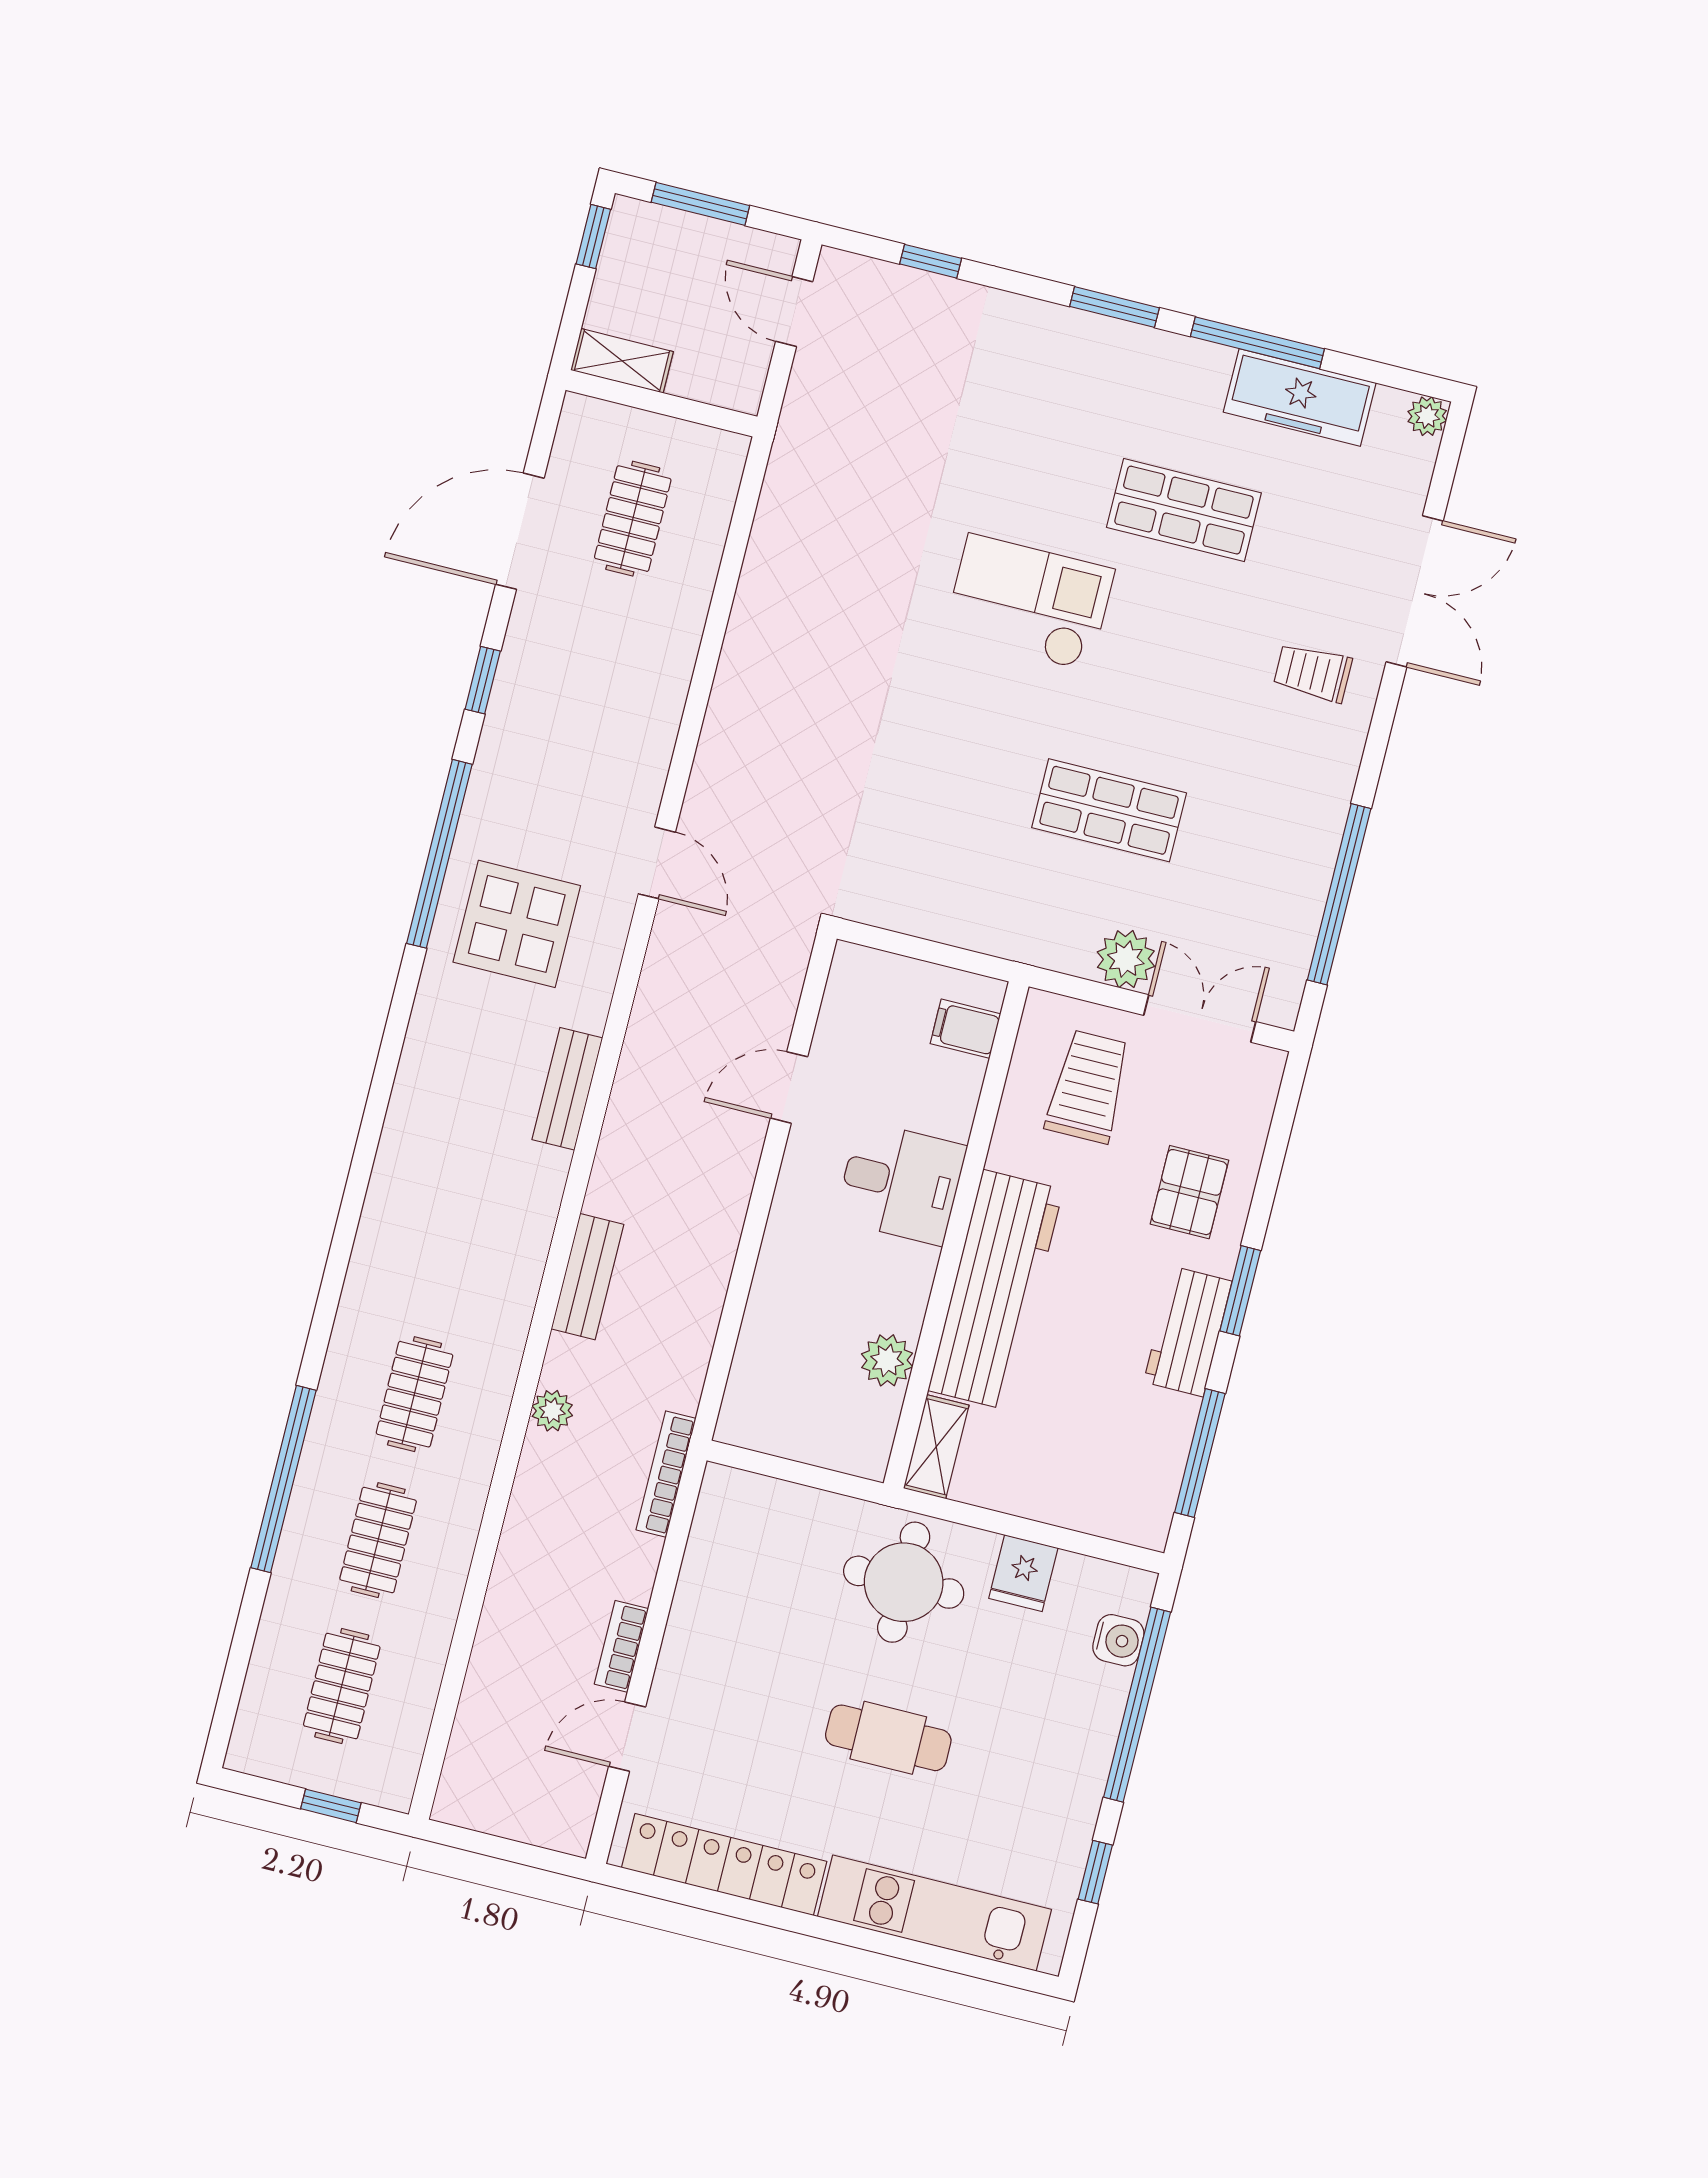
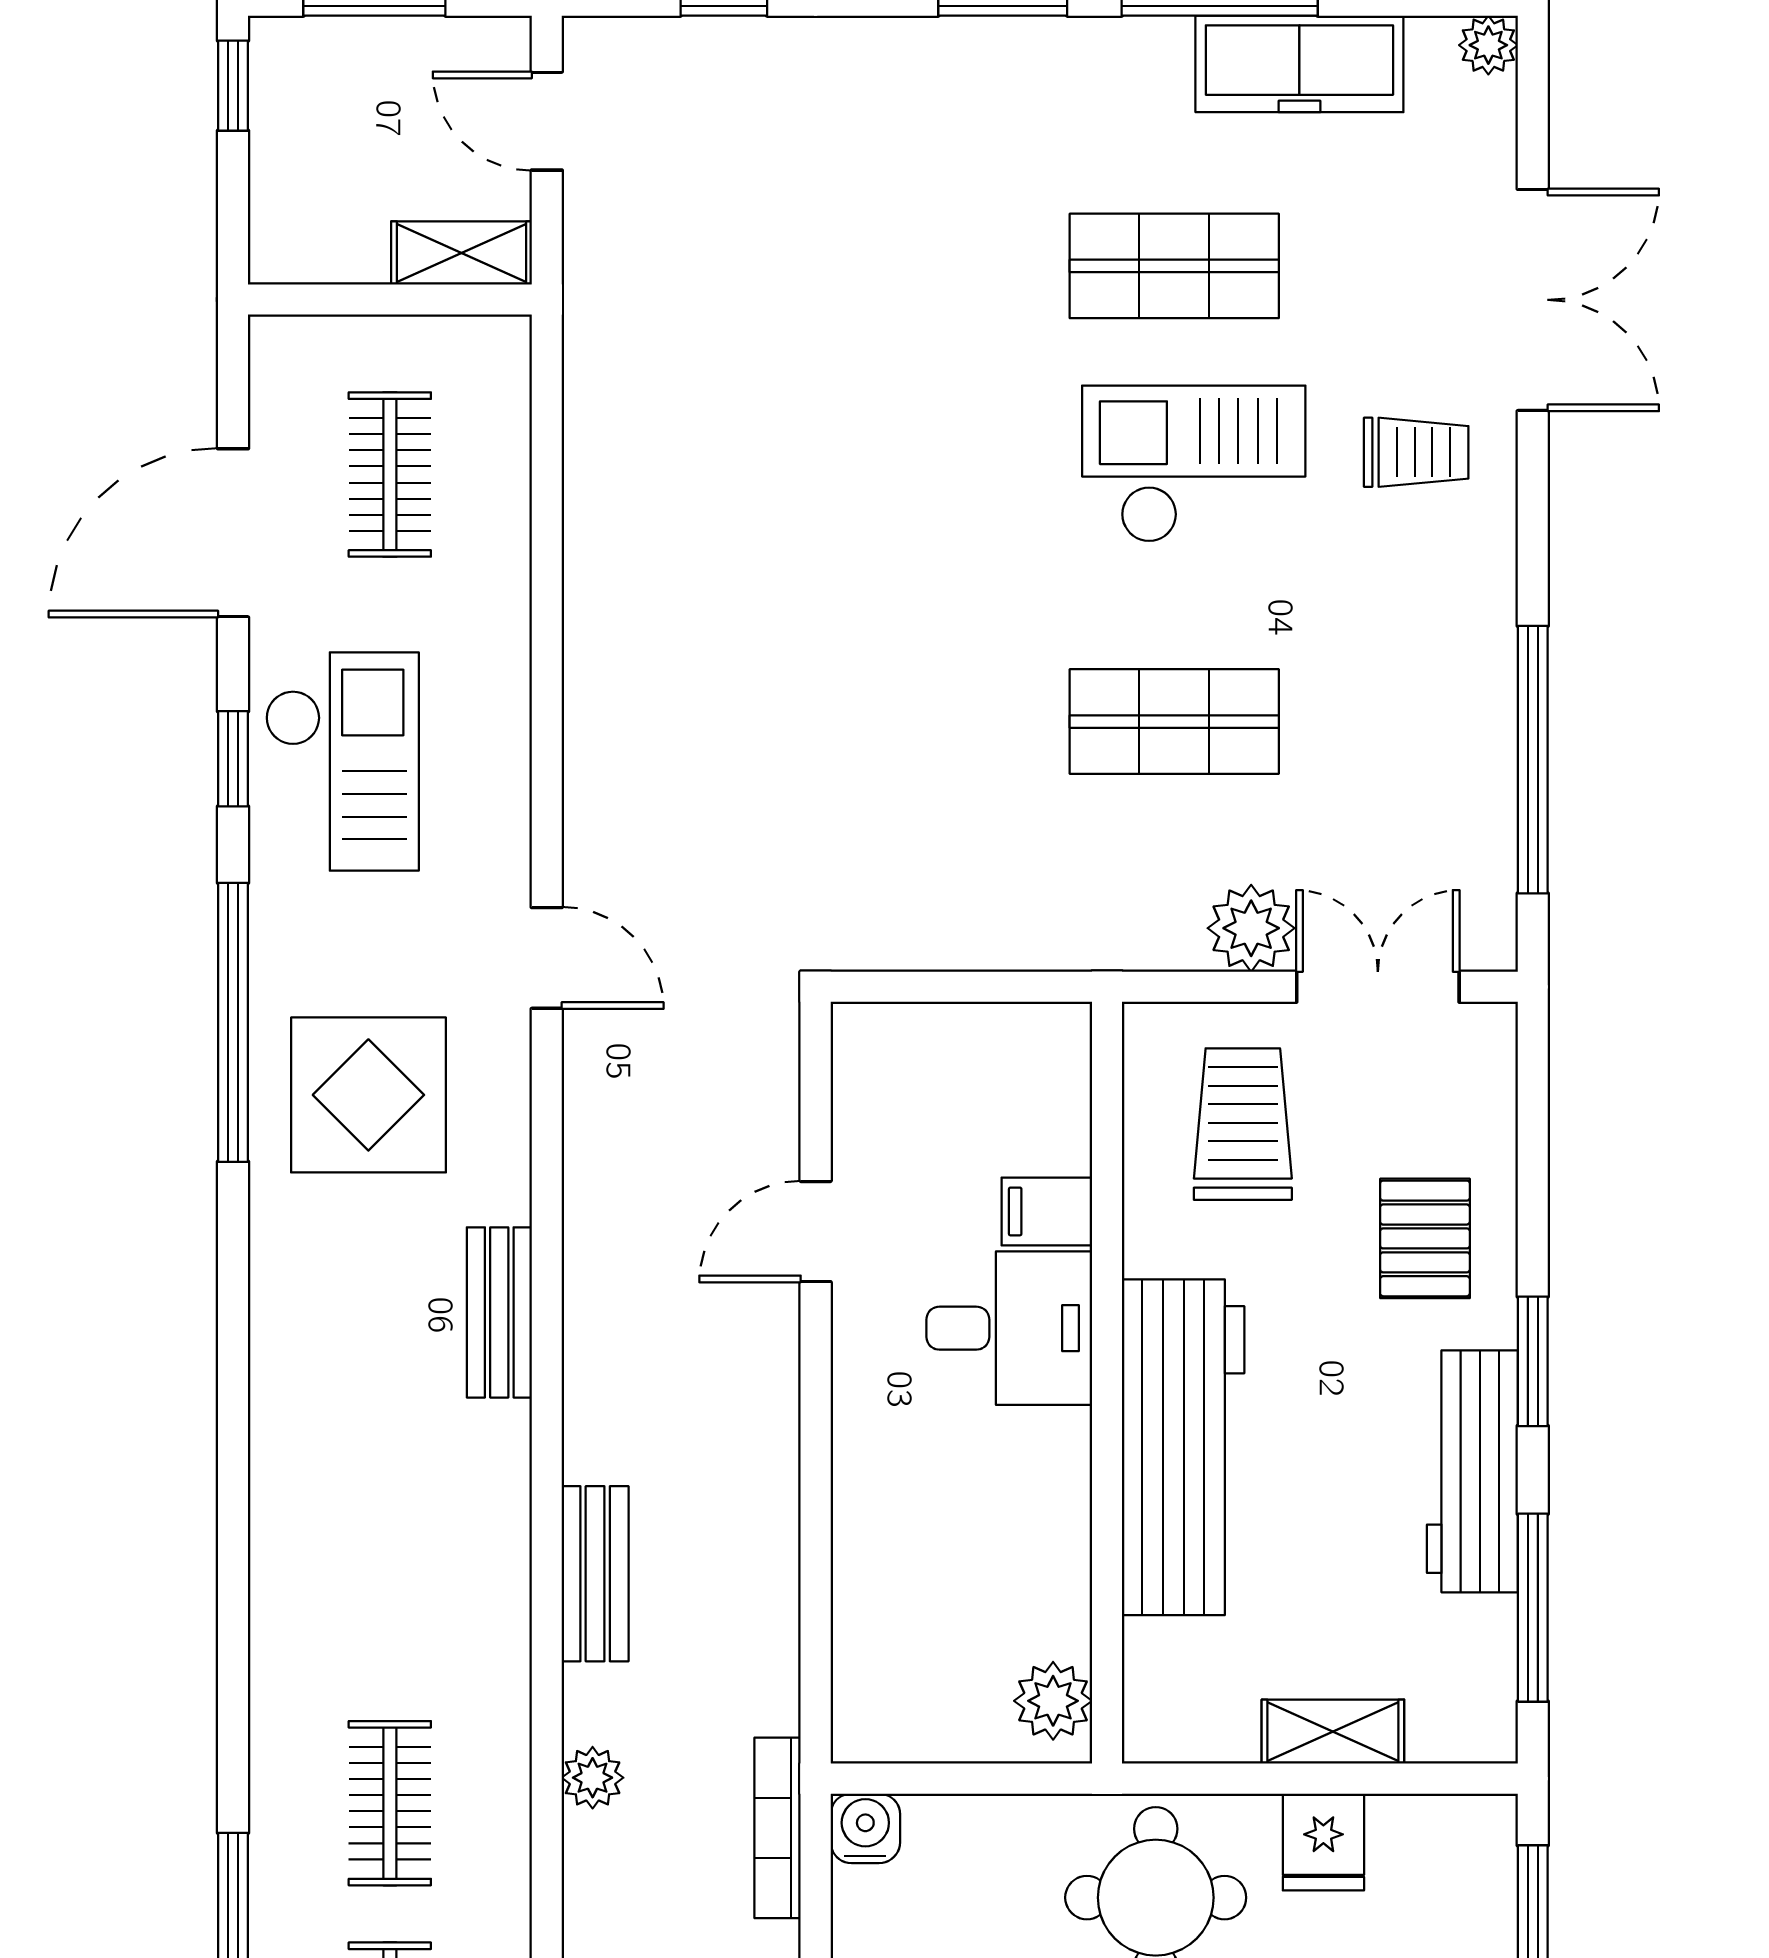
shelving: (622, 361) -> (462, 253), moved
checkout: (1029, 603) -> (1194, 464), moved
trolley: (1313, 673) -> (1416, 452), turned 180
checkout: (554, 700) -> (342, 761), added
filing cabinet: (965, 1029) -> (1047, 1211), moved
workbench: (1188, 1332) -> (1472, 1471), width x1.38
plant: (887, 1360) -> (1053, 1701), moved
shelving: (936, 1447) -> (1333, 1732), moved, turned 90
water cooler: (1118, 1640) -> (865, 1828), moved, turned -90

